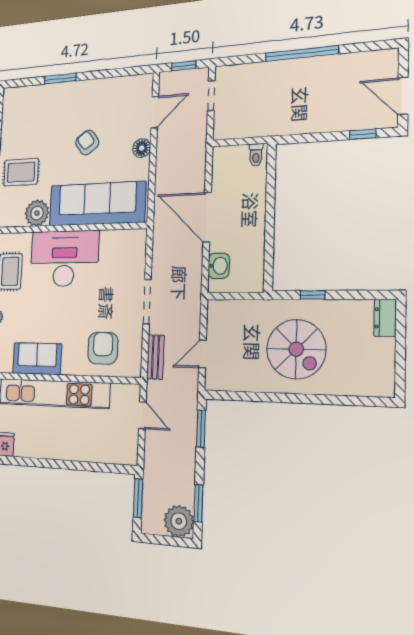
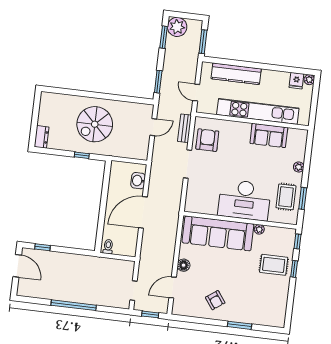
armchair: (87, 142) -> (215, 300), moved
plant: (37, 213) -> (259, 229), width x0.53, depth x0.53
door: (207, 217) -> (143, 212), swing flipped
armchair: (103, 348) -> (207, 140), moved, turned 180
spiral stairs: (296, 349) -> (95, 124), turned -90
kitchen counter: (87, 449) -> (236, 74), added

